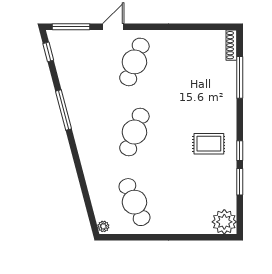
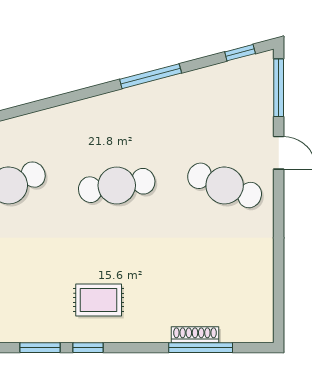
shoe rack: (231, 45) -> (195, 335), moved
cafe table: (134, 132) -> (117, 185), turned -30
rug: (209, 144) -> (99, 300), turned 90

